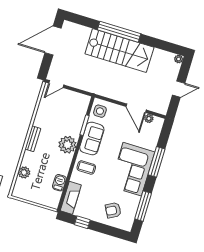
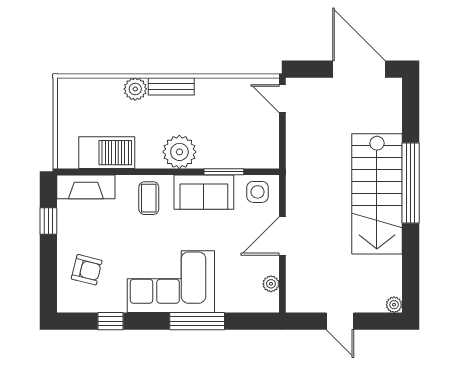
door: (136, 108) -> (282, 236), moved
plant: (24, 172) -> (135, 89), moved
barbecue: (59, 183) -> (107, 153), width x1.88, depth x1.53
window: (143, 206) -> (110, 321), width x0.46
armchair: (113, 210) -> (87, 270), turned 133

